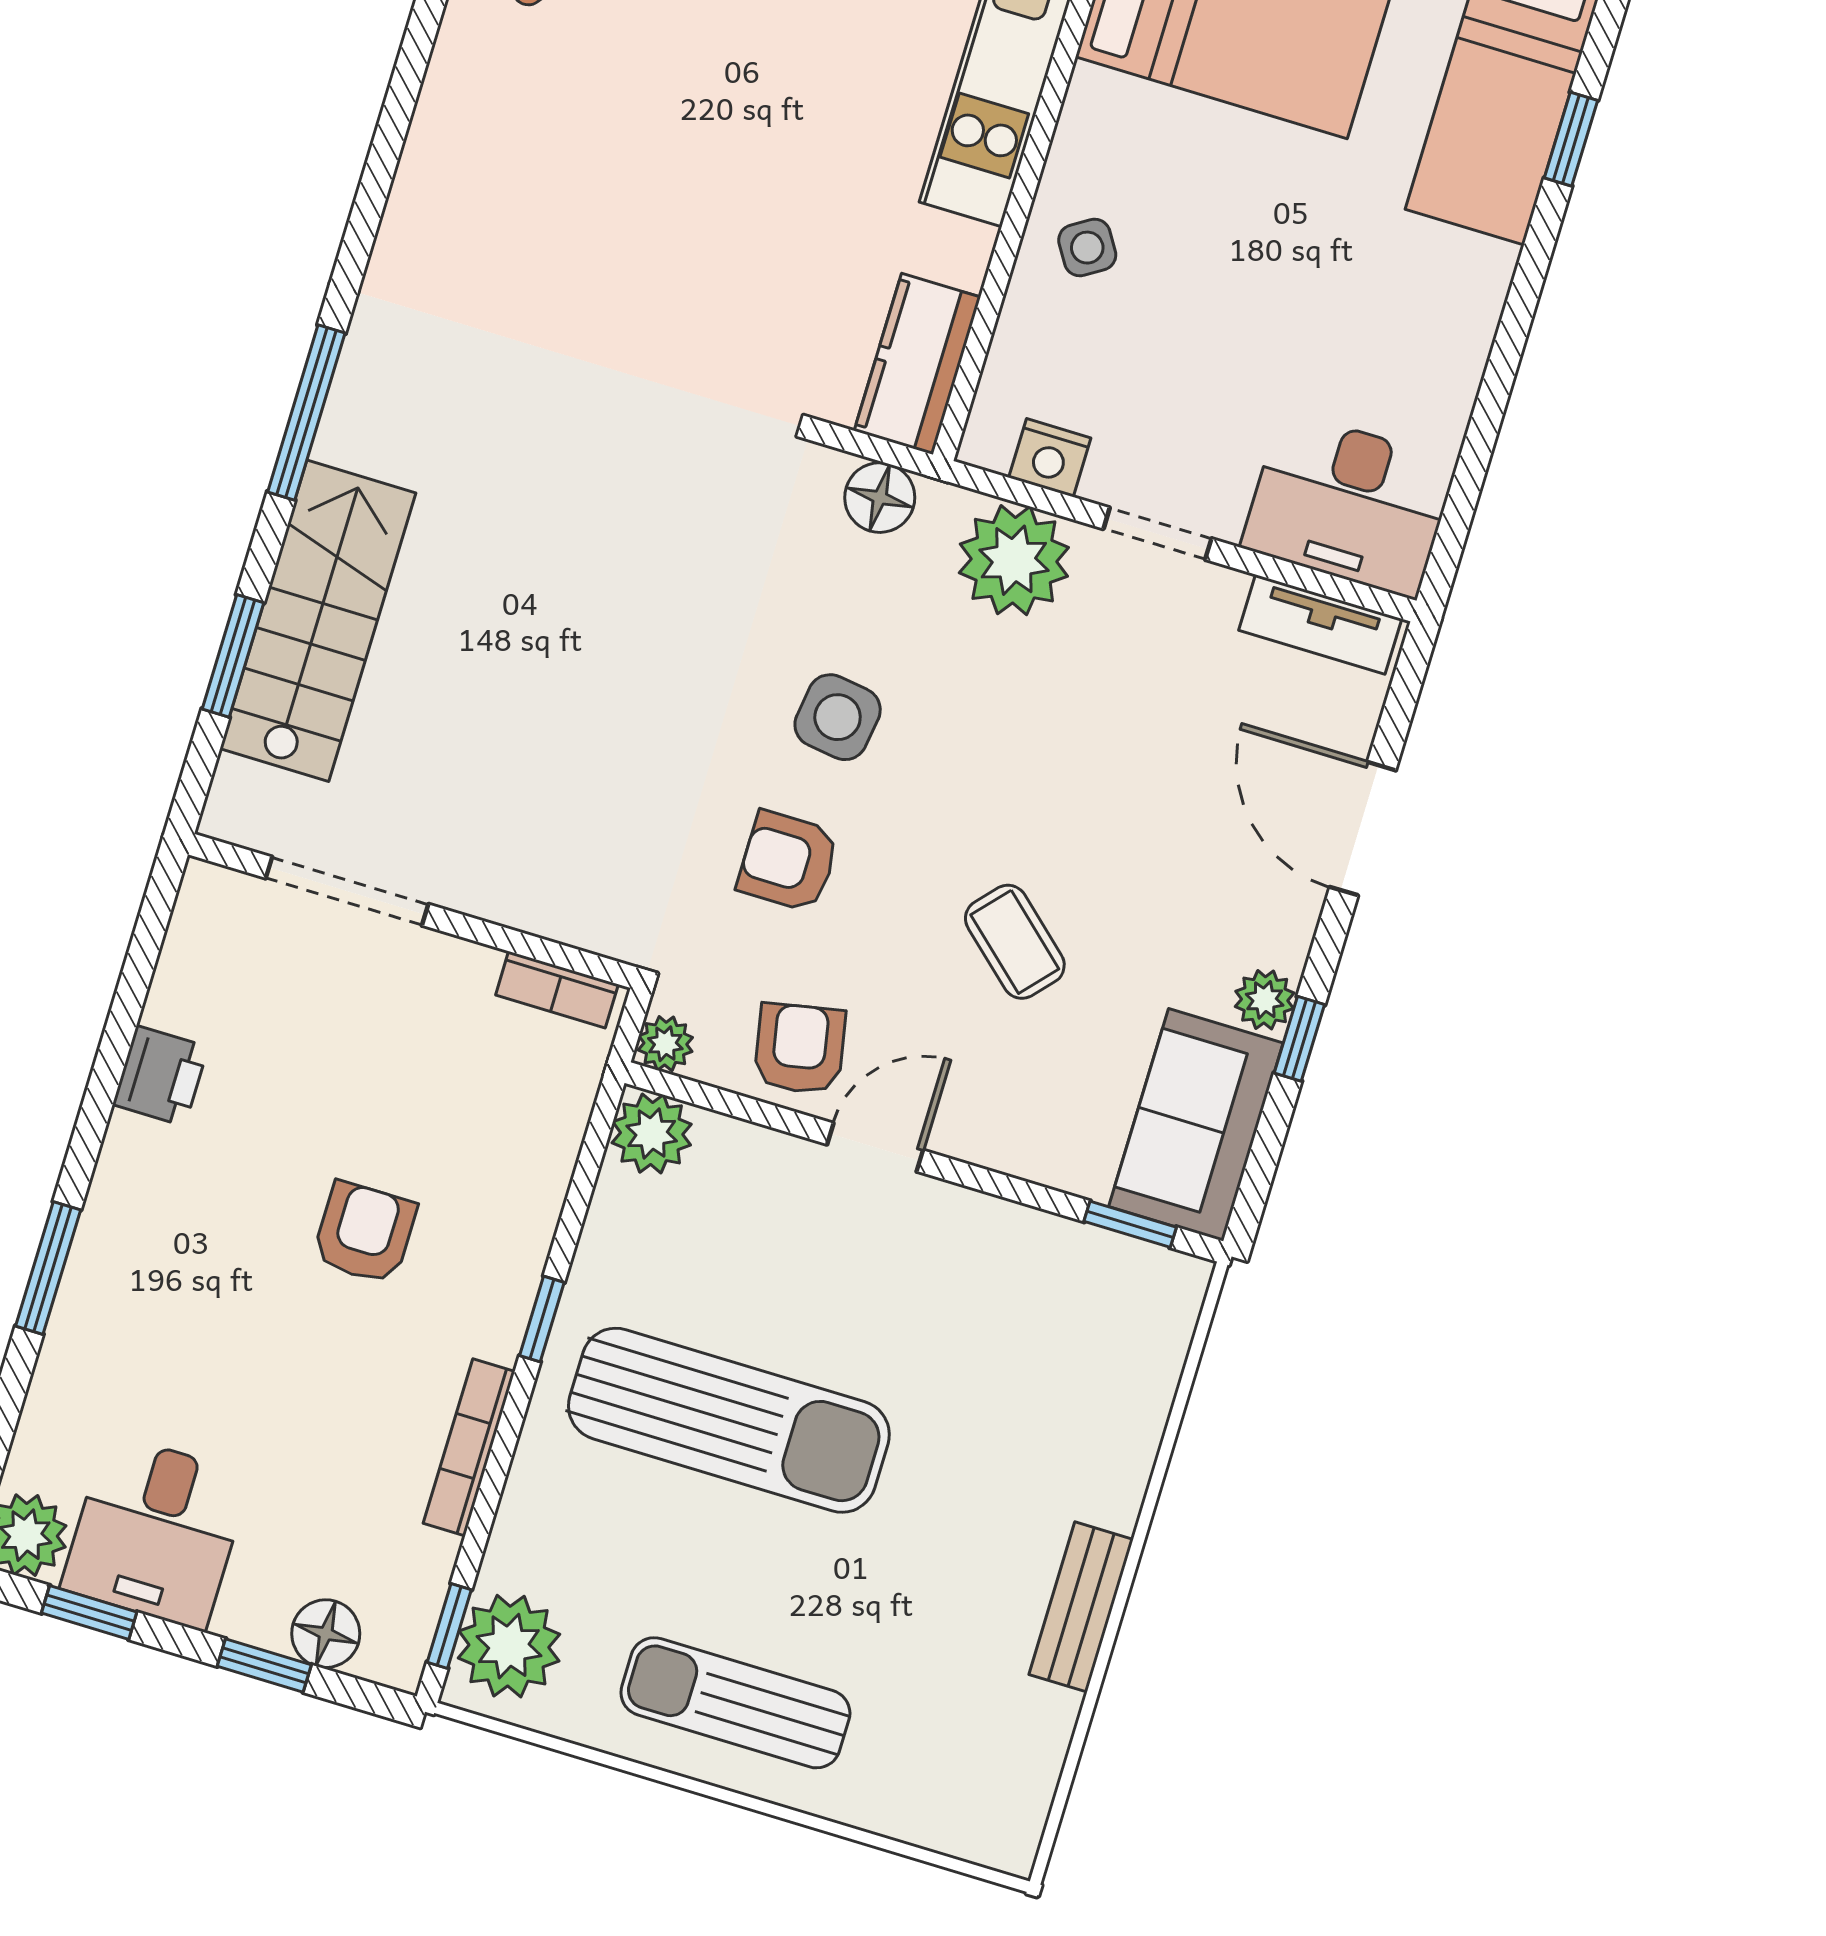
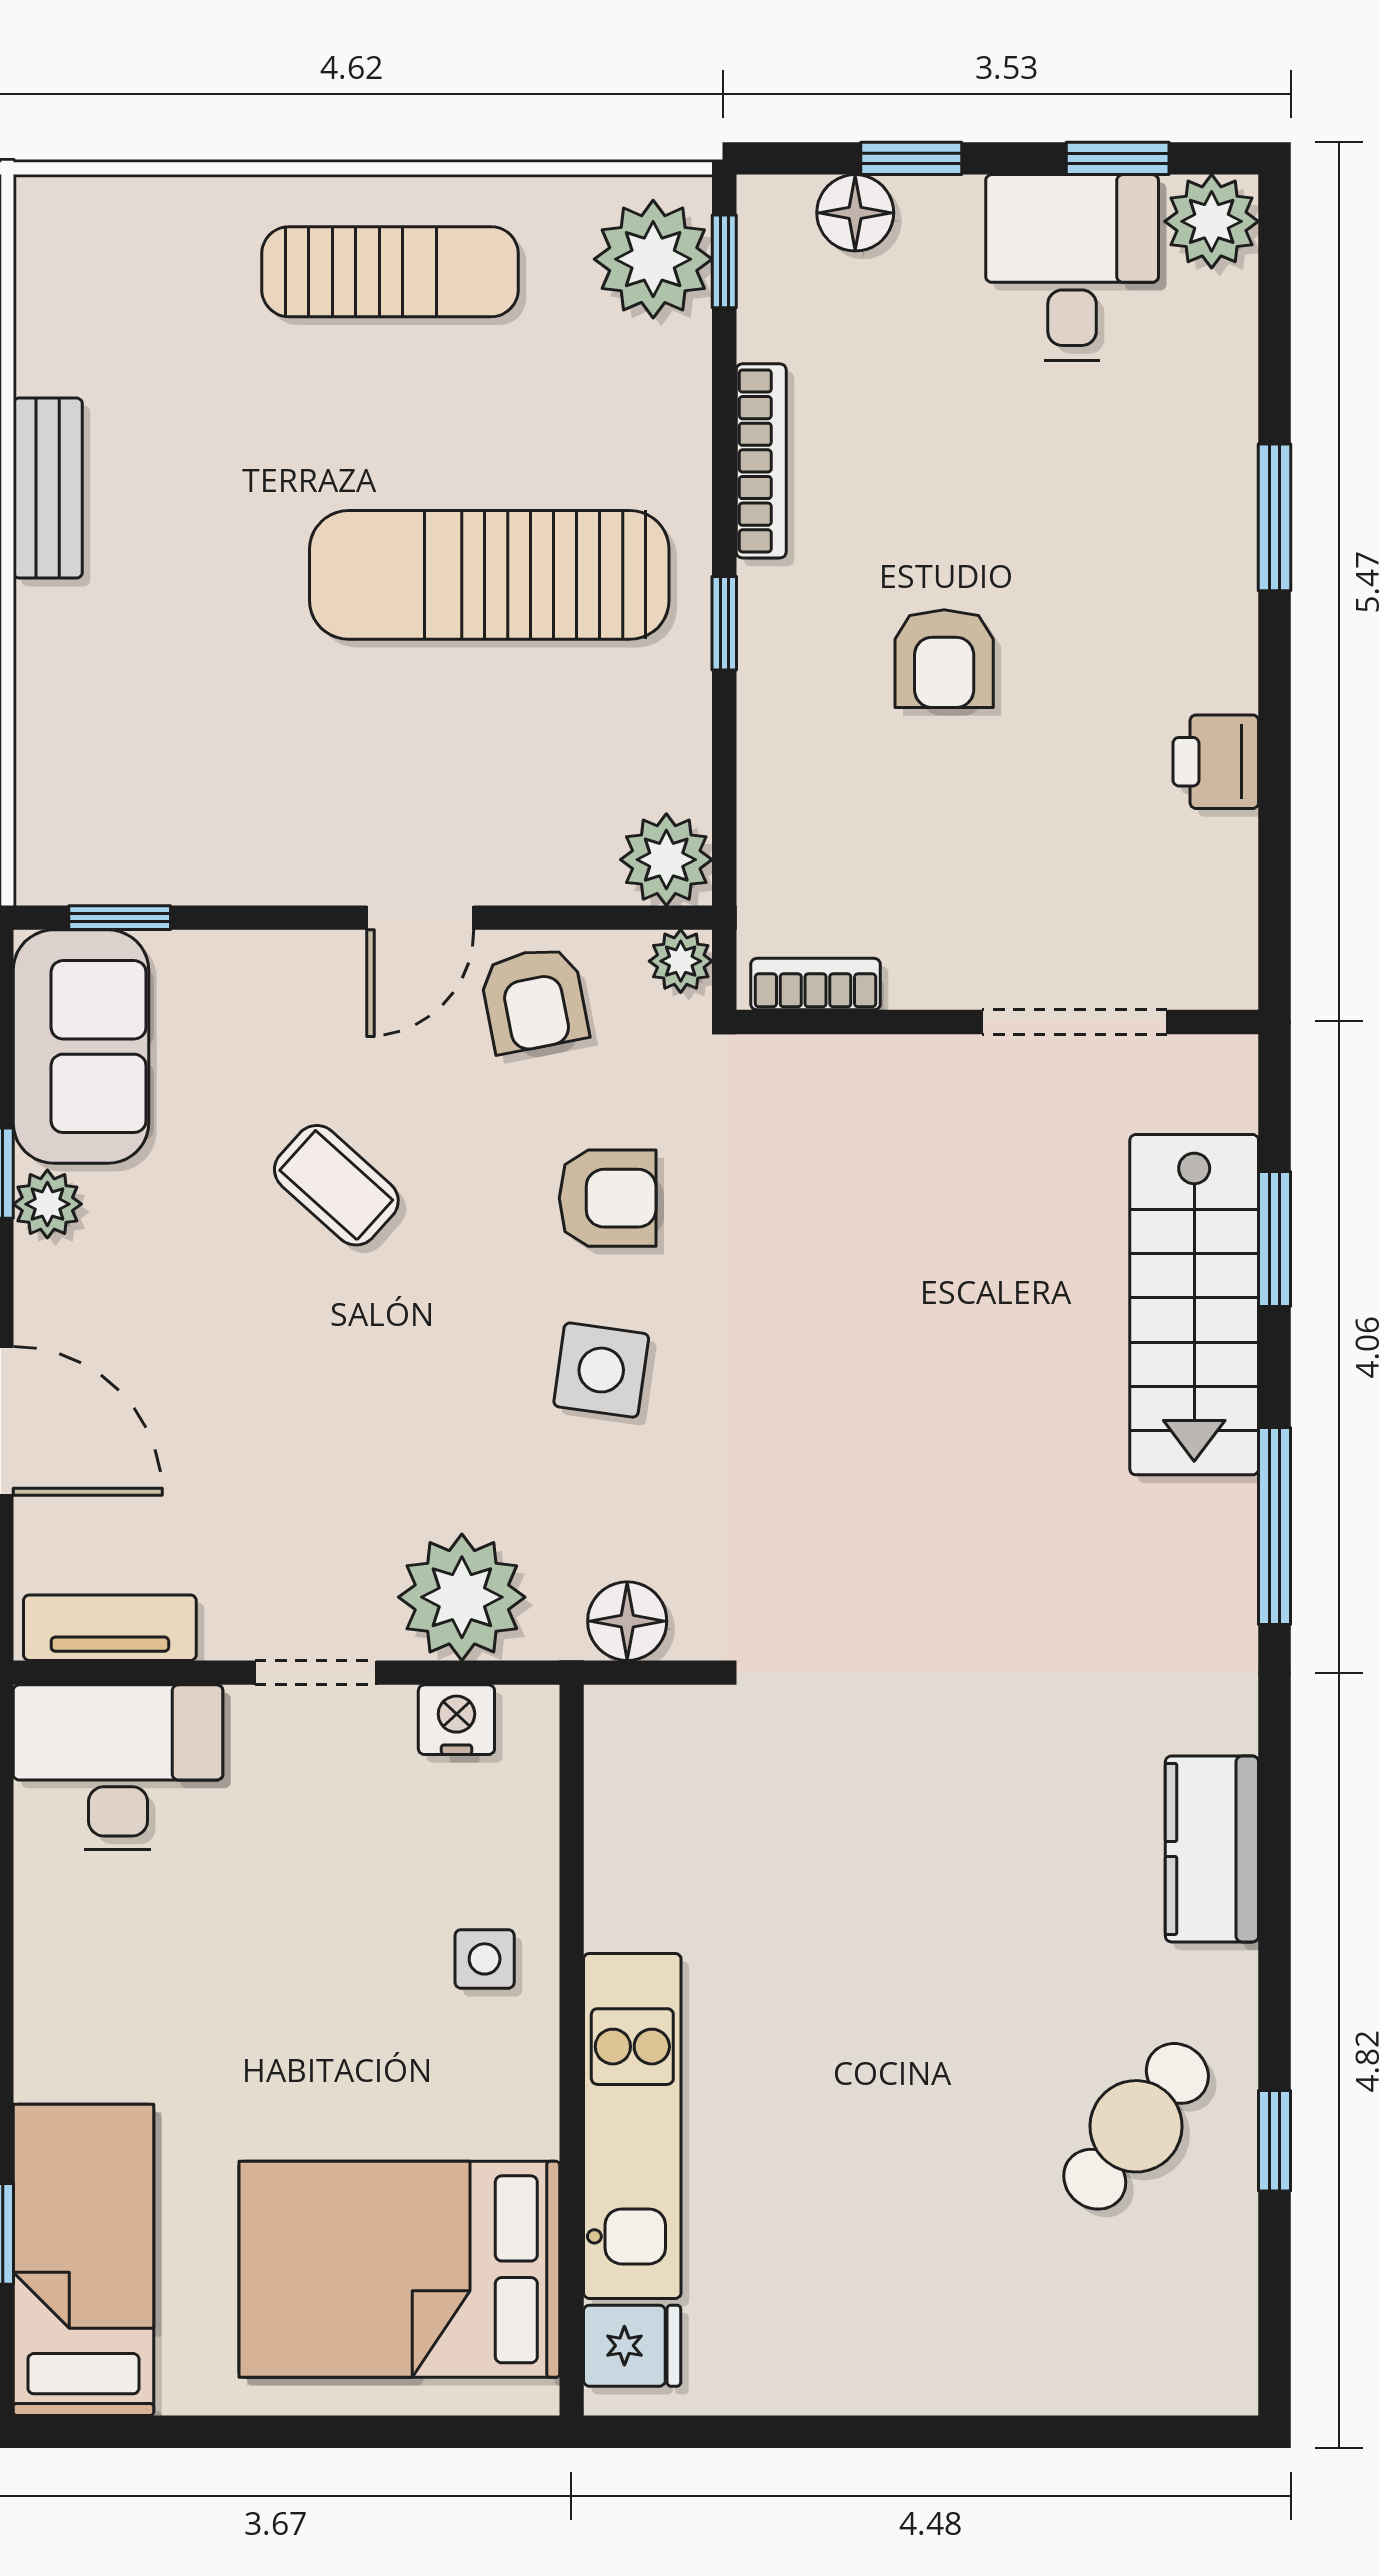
side table: (1087, 248) -> (485, 1959), turned 32
kitchen counter: (917, 364) -> (1212, 1849), moved, turned 180

